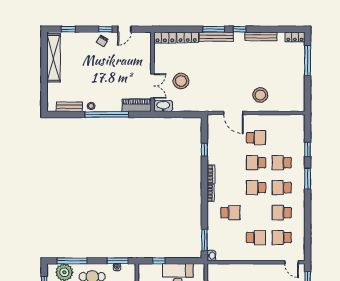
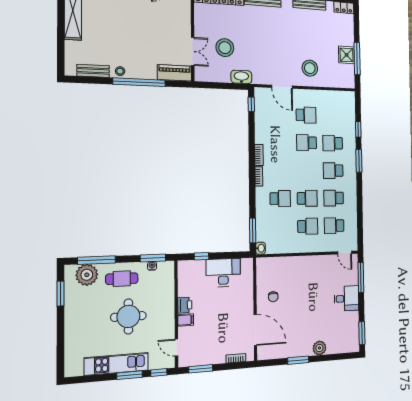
window: (308, 60) -> (357, 59), moved
shower: (297, 81) -> (347, 55), added
washbasin: (163, 106) -> (241, 77), moved
window: (204, 150) -> (251, 104), moved
school desk: (256, 188) -> (307, 198), moved, turned 180

